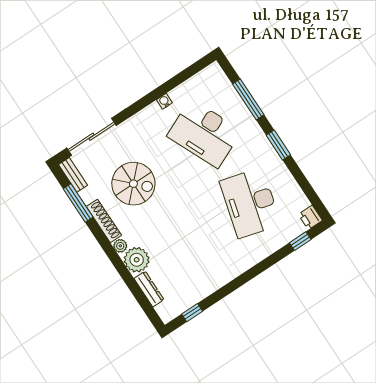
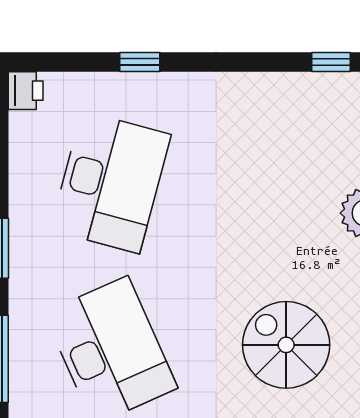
window: (300, 241) -> (140, 62), moved

